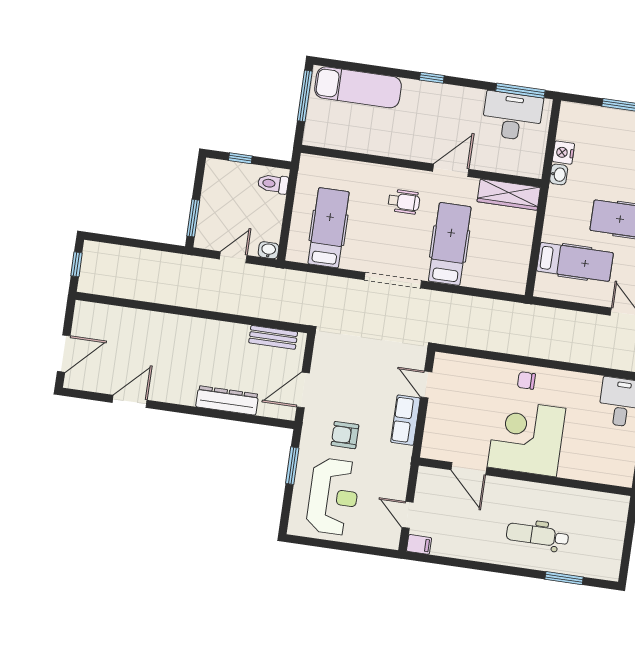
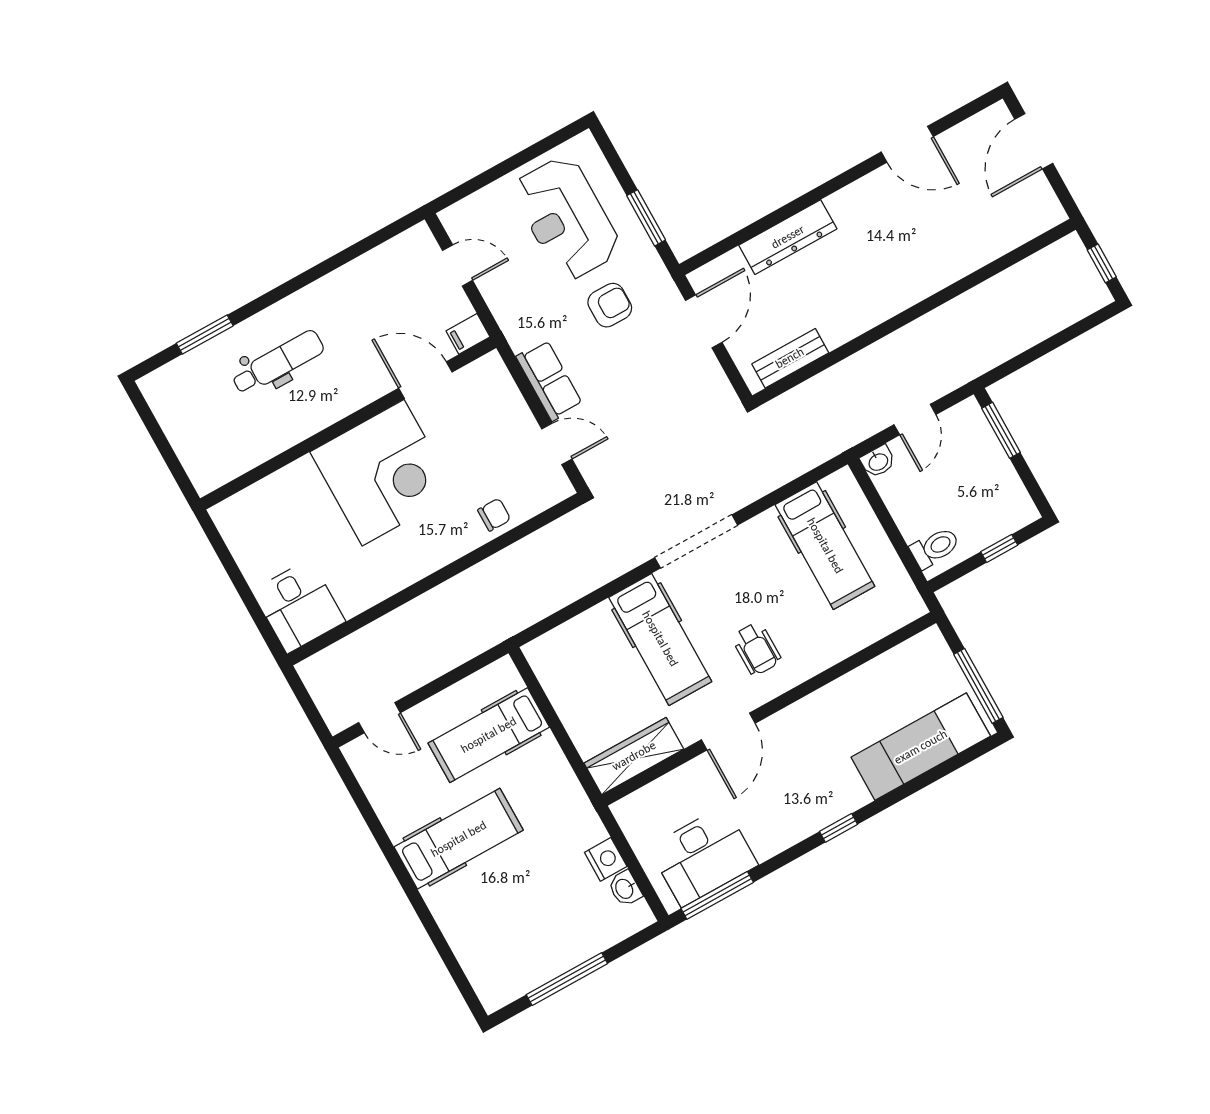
washbasin: (559, 174) -> (625, 888), moved
wheelchair: (404, 202) -> (756, 649), turned -90
chair: (526, 380) -> (494, 515), moved
door: (130, 401) -> (907, 144), hinge flipped
filing cabinet: (419, 544) -> (468, 334), moved

